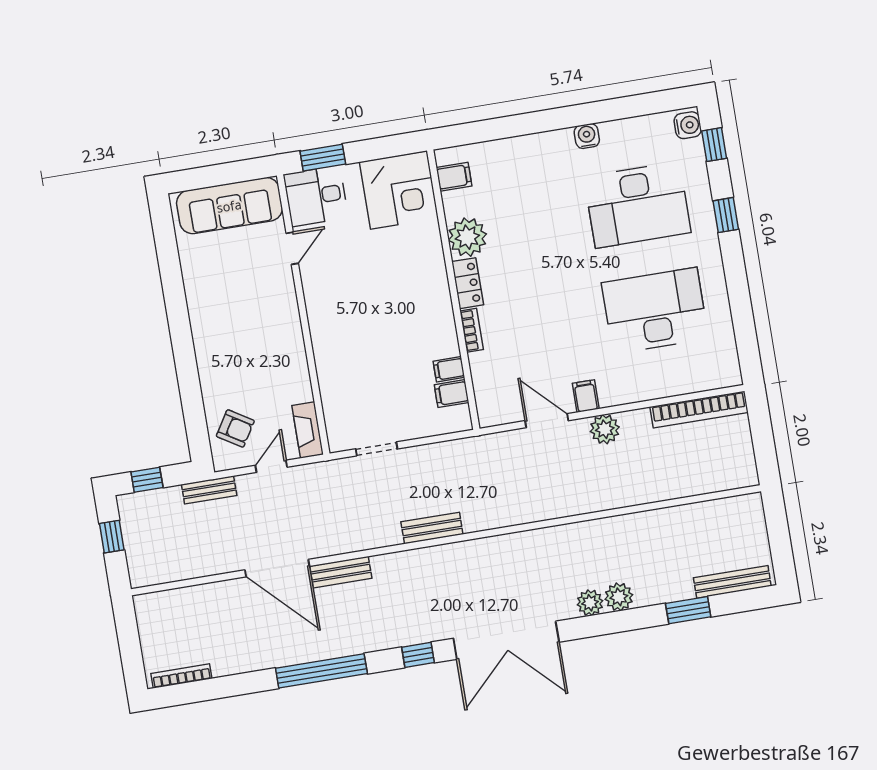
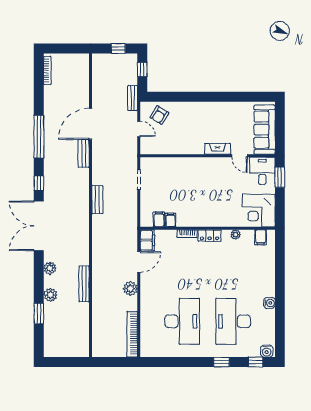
plant: (467, 237) -> (236, 235), width x0.53, depth x0.53
filing cabinet: (586, 396) -> (147, 240), moved, width x2.00
fireplace: (308, 430) -> (217, 149), moved
bench: (732, 582) -> (84, 284), moved
plant: (619, 597) -> (50, 295), moved

